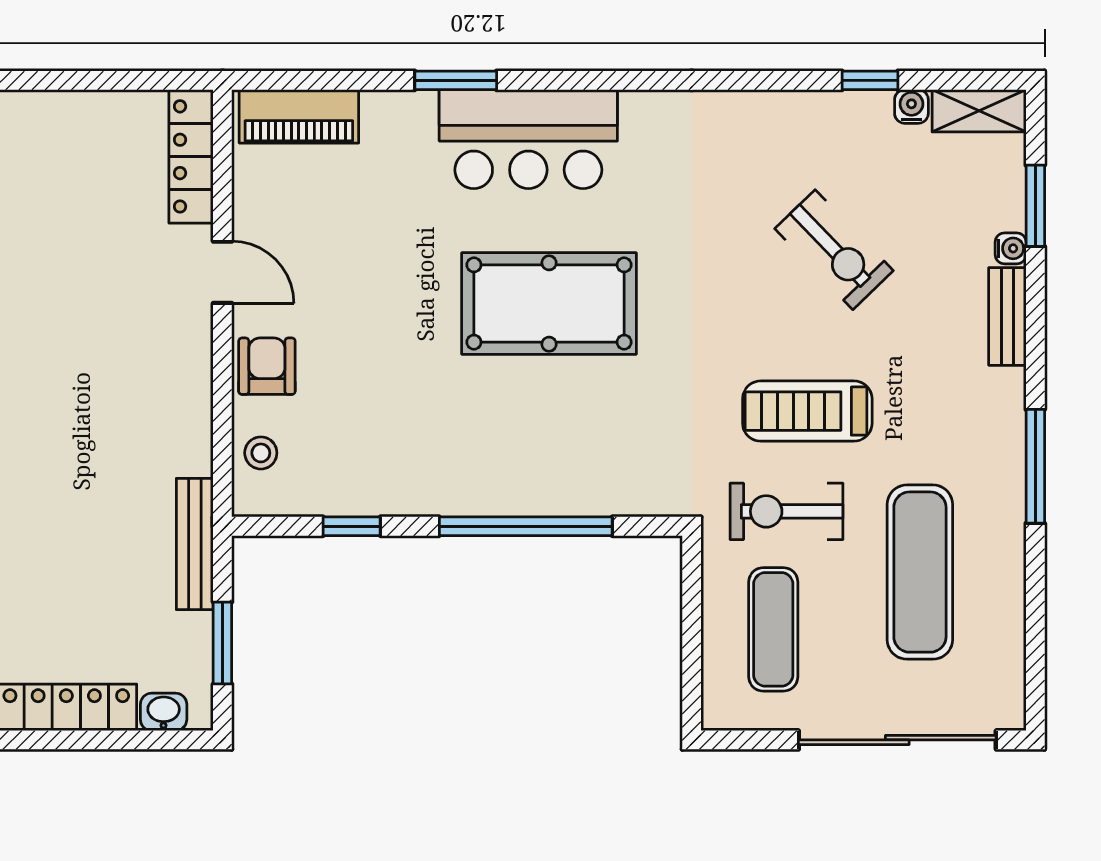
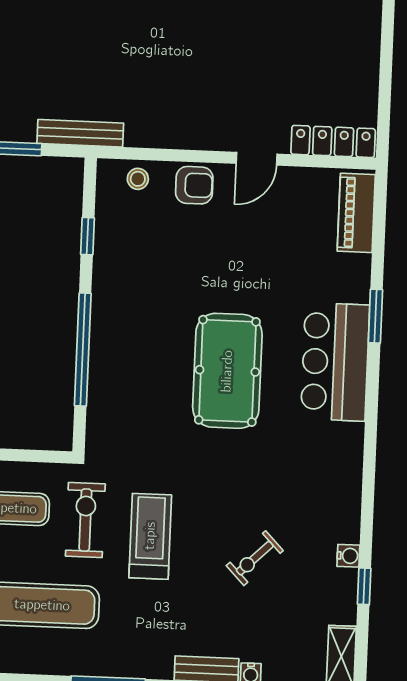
water cooler: (911, 106) -> (348, 556), moved
exercise bike: (834, 250) -> (255, 558), width x0.73, depth x0.72

